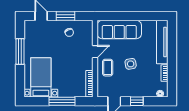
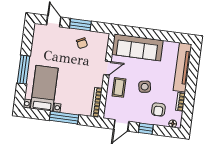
window: (20, 52) -> (24, 70), moved
armchair: (146, 83) -> (158, 109), added

